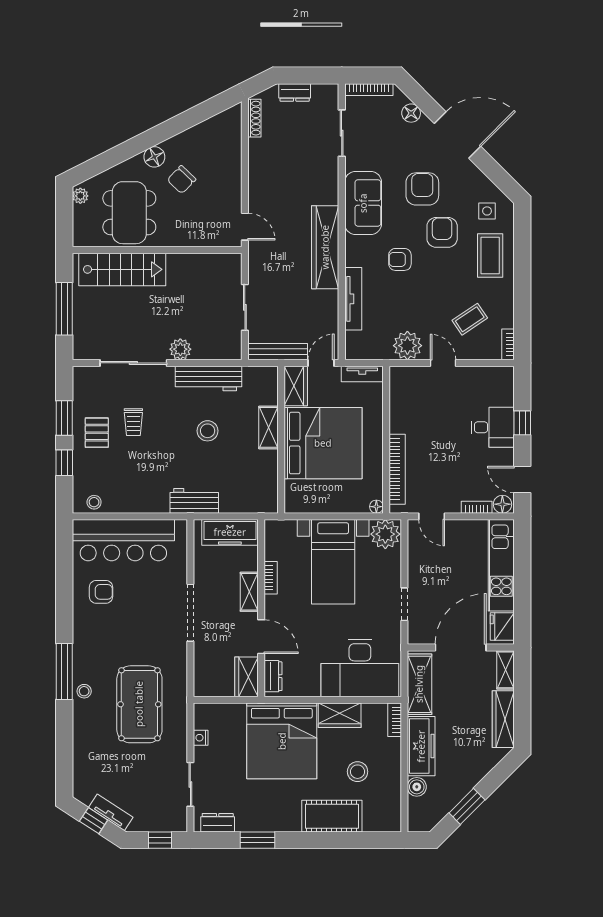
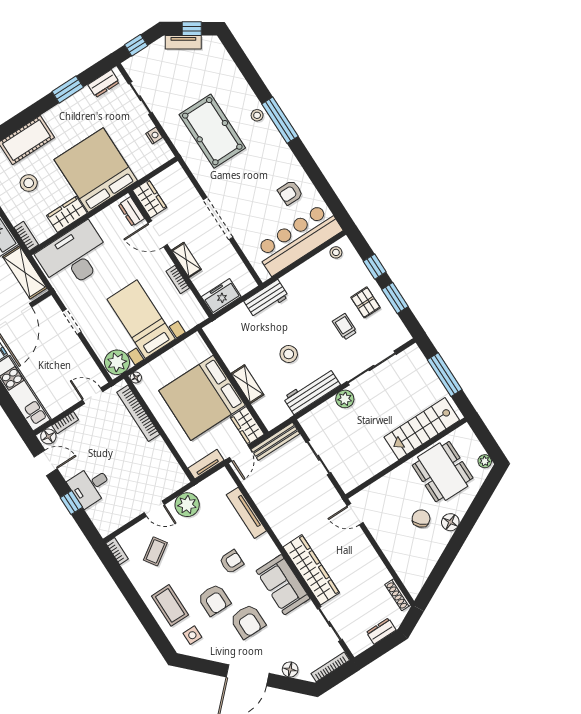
wardrobe: (325, 247) -> (311, 570), moved
freezer: (230, 532) -> (221, 297), width x0.71

